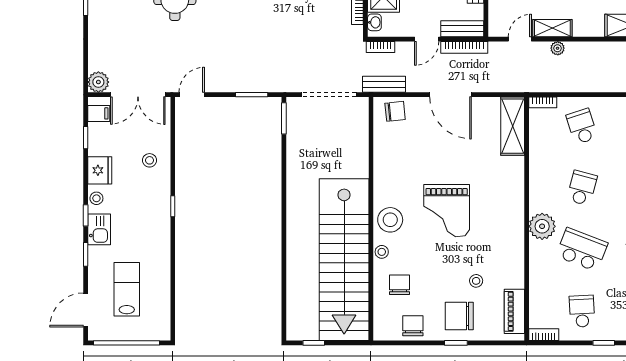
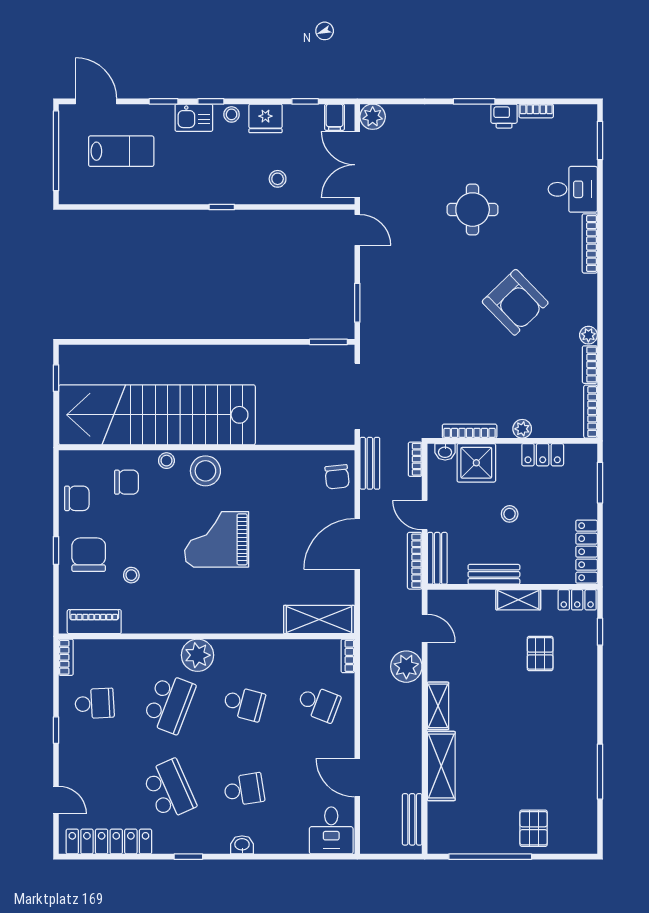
shelving: (552, 28) -> (438, 706), moved
plant: (558, 48) -> (406, 667), width x1.88, depth x1.88
school desk: (582, 126) -> (319, 703), turned 39

